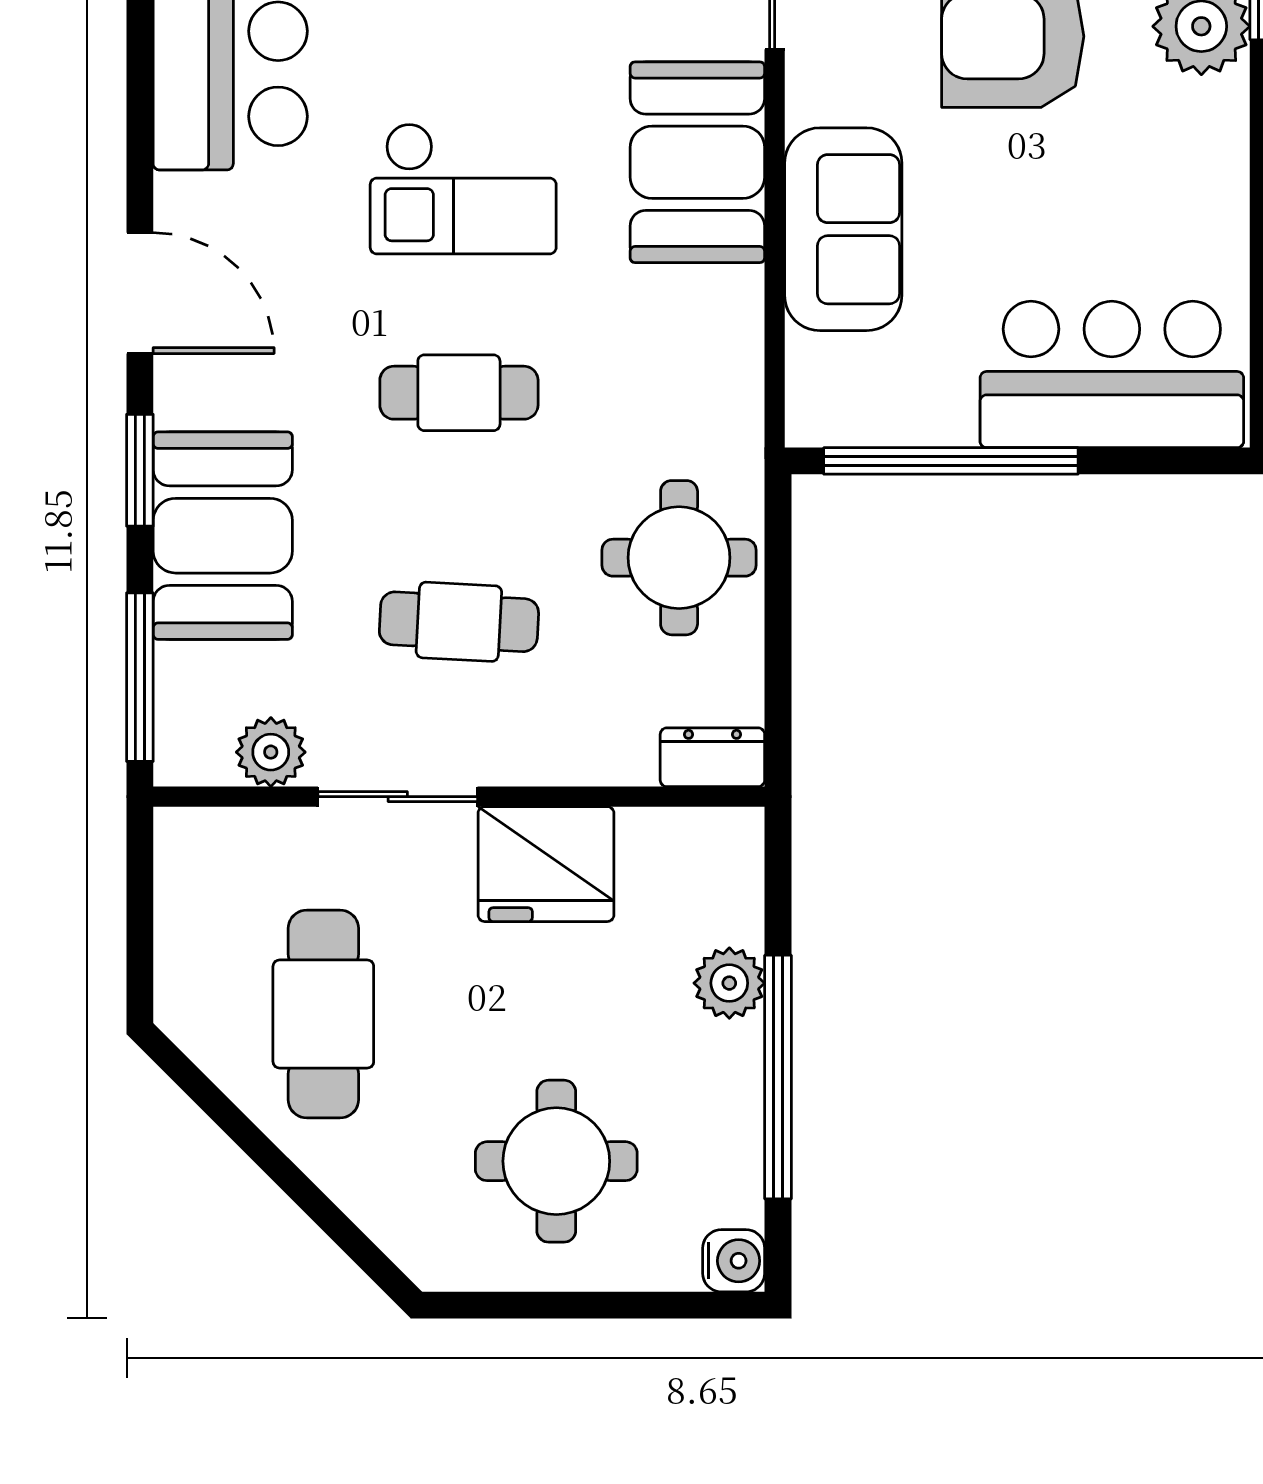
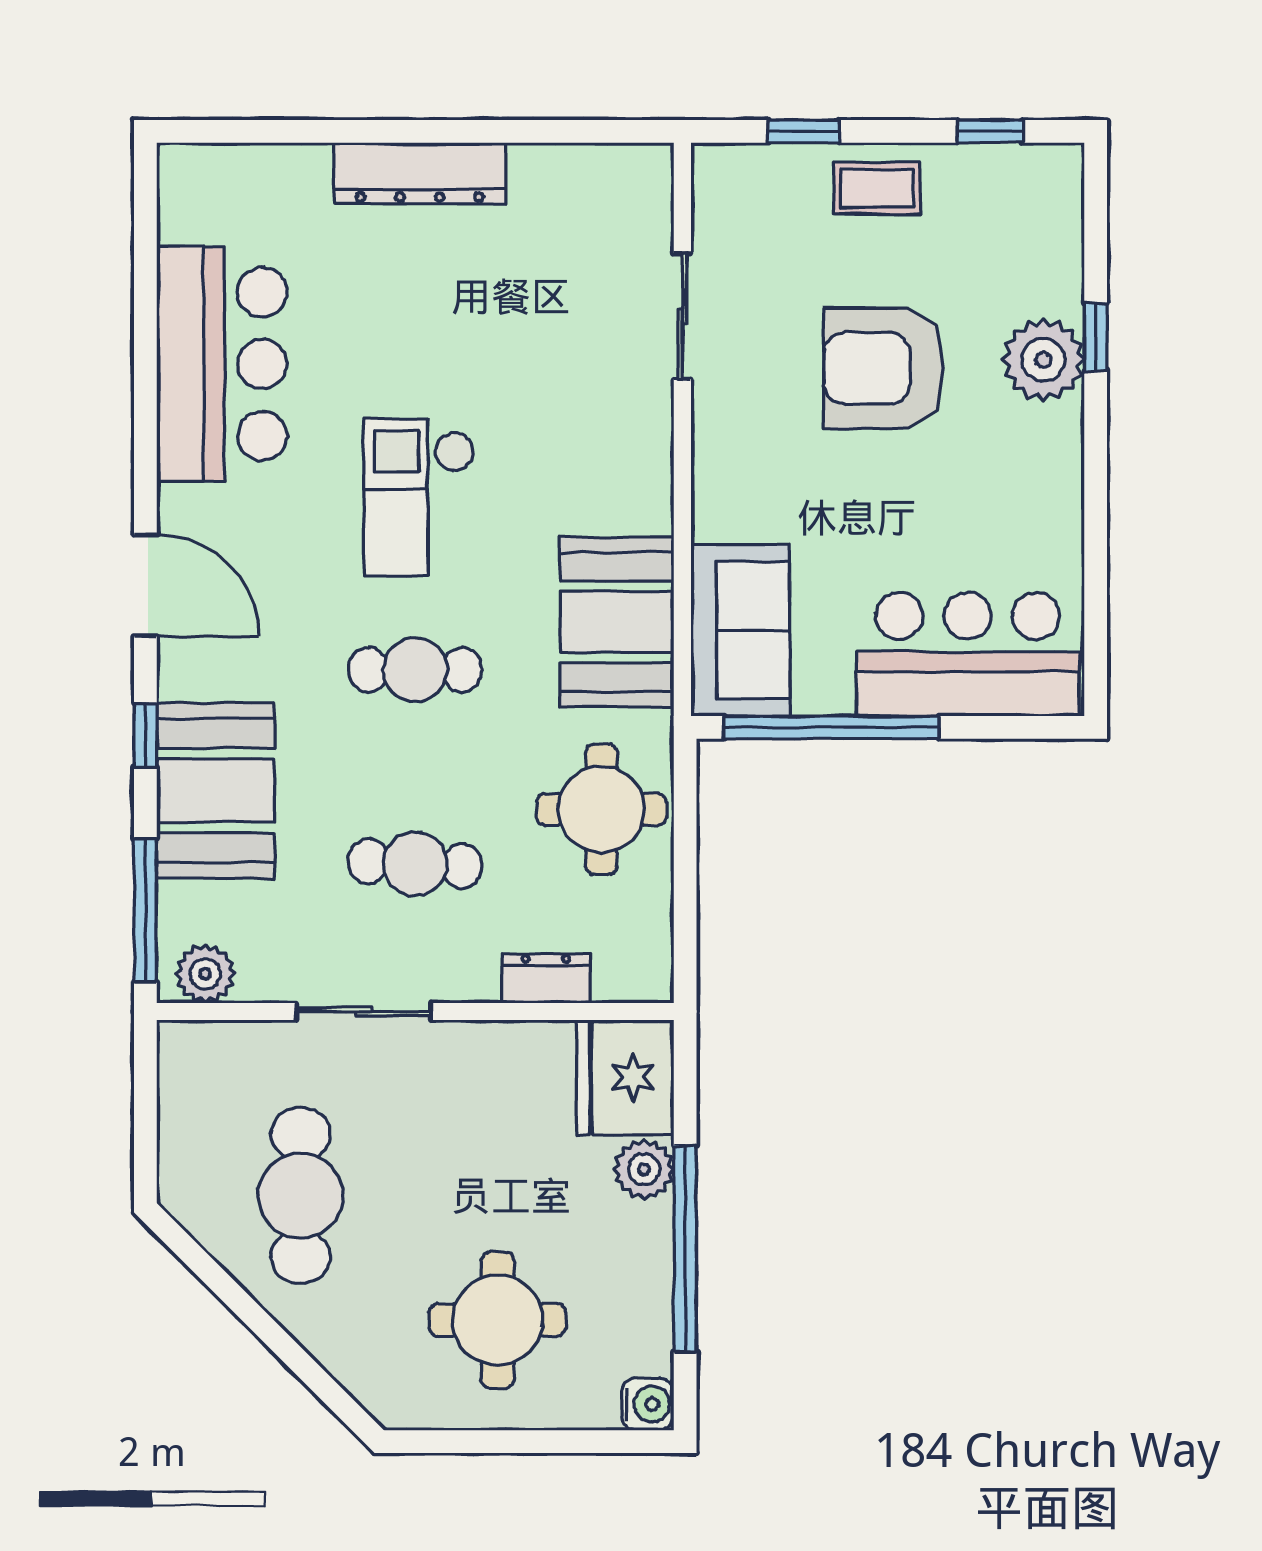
booth: (697, 162) -> (617, 622), moved
checkout: (463, 189) -> (419, 497), turned 90
sofa: (843, 229) -> (740, 630), moved
window: (140, 470) -> (145, 735), width x0.67
plant: (271, 752) -> (205, 974), moved
dresser: (712, 757) -> (546, 978), moved
fridge: (546, 864) -> (625, 1077), moved, turned 90

